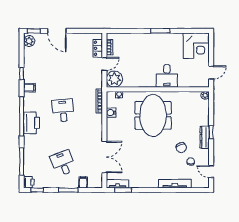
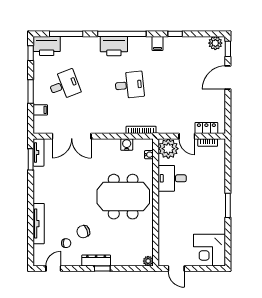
desk: (167, 76) -> (172, 178), moved
printer: (29, 182) -> (47, 46), width x1.87, depth x1.48

